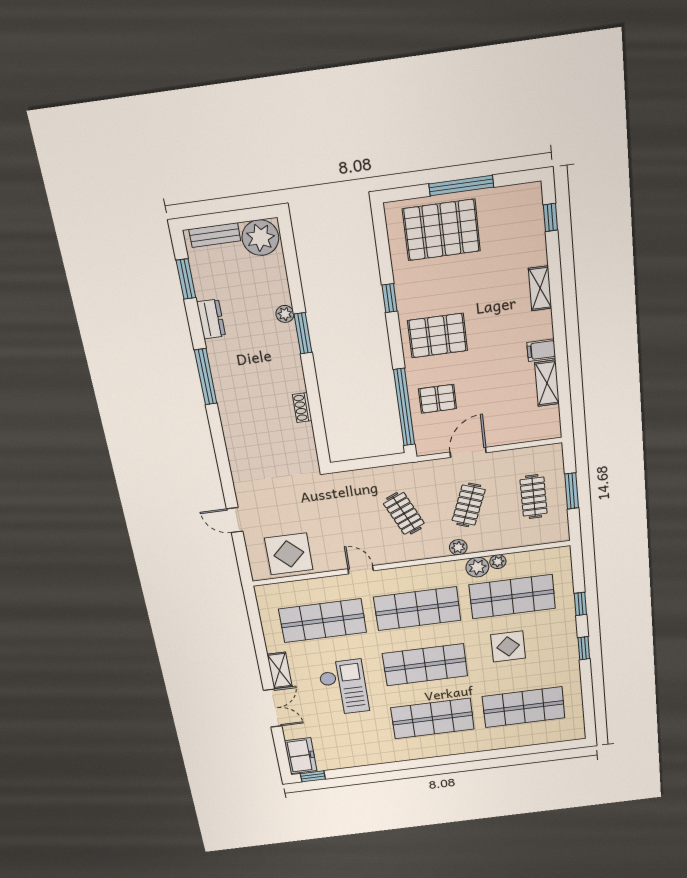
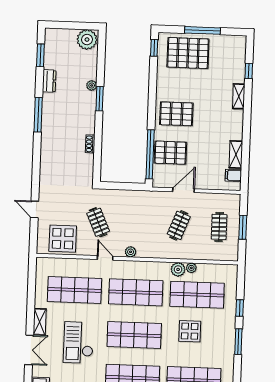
window: (550, 217) -> (249, 71), moved
bench: (215, 235) -> (62, 34), removed
window: (390, 298) -> (154, 48), moved
filing cabinet: (541, 350) -> (233, 175), moved
pallet: (437, 399) -> (170, 153), width x1.50, depth x1.42
clothes rail: (404, 513) -> (98, 222), moved
plant: (458, 547) -> (131, 252), moved
window: (584, 648) -> (238, 342), width x1.50
checkout: (344, 687) -> (78, 343), turned 180

